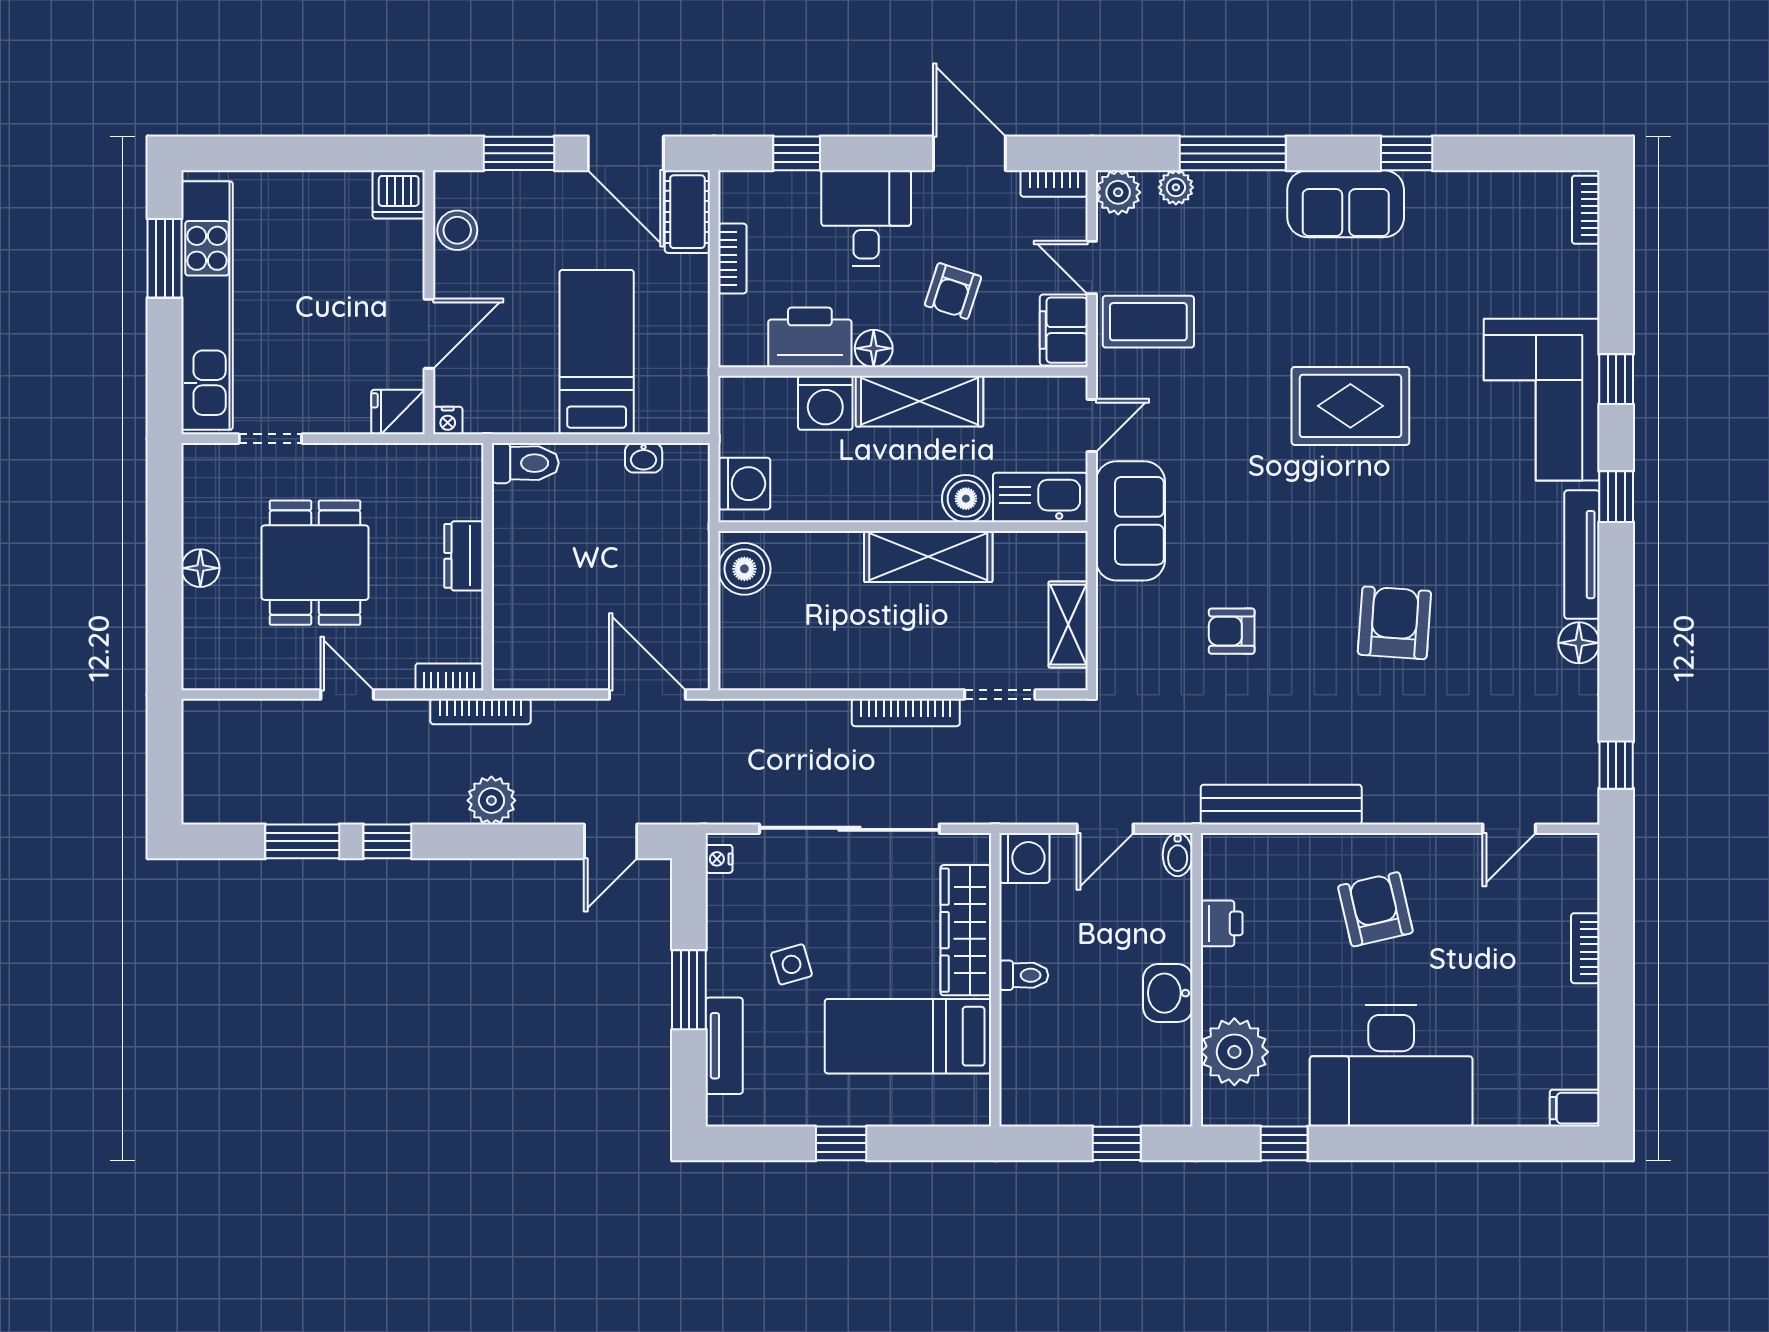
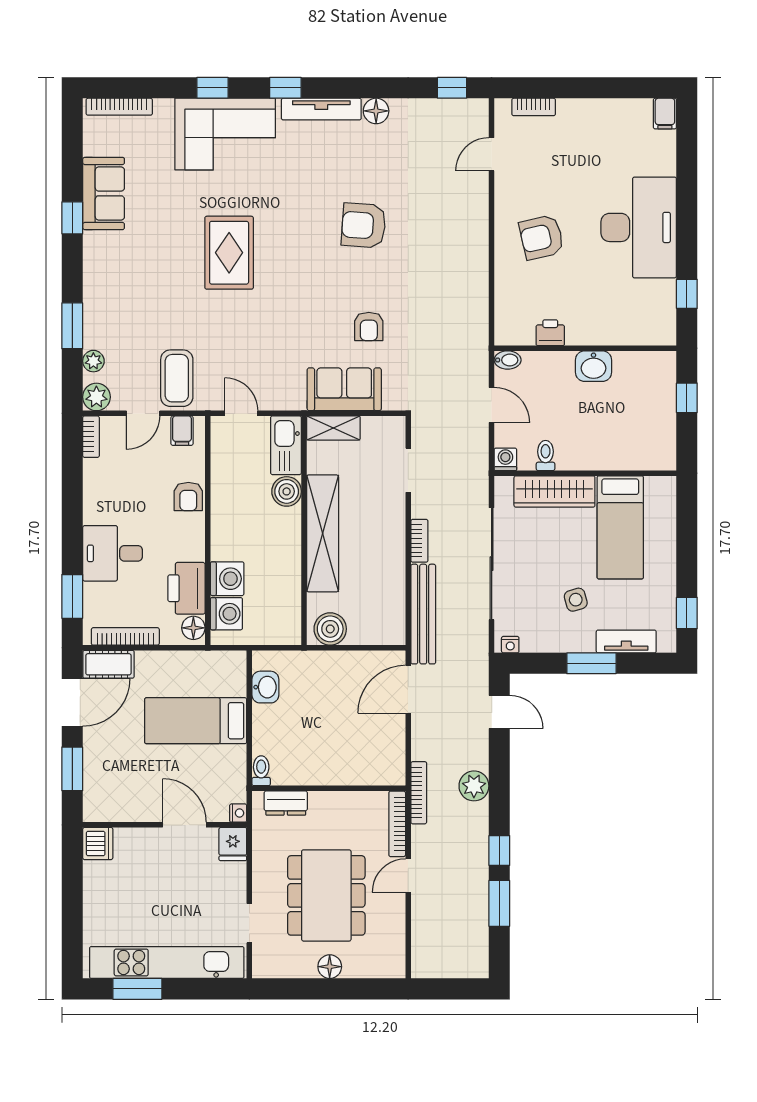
window: (797, 153) -> (72, 596), width x1.50
door: (969, 153) -> (72, 489), removed
window: (1233, 153) -> (72, 326), width x0.69
sofa: (1346, 204) -> (104, 193), moved
bookcase: (1586, 210) -> (119, 107), width x1.56
stool: (457, 230) -> (120, 807), removed
bookcase: (732, 259) -> (125, 636), width x1.56
armchair: (953, 291) -> (188, 497), moved, turned 72
filing cabinet: (1064, 330) -> (182, 431), width x0.50
floor lamp: (874, 348) -> (193, 628), moved
shelving: (920, 401) -> (226, 520), removed
washbasin: (644, 458) -> (265, 687), width x1.38, depth x1.45
toilet: (525, 463) -> (261, 771), width x0.73, depth x0.72
washing machine: (744, 484) -> (226, 614), moved, turned 90
sofa: (1130, 521) -> (344, 389), moved
dresser: (464, 556) -> (286, 803), moved
shelving: (928, 557) -> (323, 533), width x1.47
dining table: (315, 563) -> (326, 895), width x1.38
shelving: (1068, 625) -> (333, 428), moved
bookcase: (449, 677) -> (397, 824), width x1.56
bookcase: (906, 712) -> (419, 541), width x0.64
bench: (1281, 805) -> (423, 614), moved
door: (1509, 829) -> (492, 154), swing flipped
washing machine: (1024, 858) -> (505, 459), width x0.73, depth x0.73
bookcase: (1585, 948) -> (534, 107), moved
toilet: (1024, 975) -> (546, 456), moved
plant: (1234, 1052) -> (630, 325), removed
window: (841, 1143) -> (687, 613), moved

